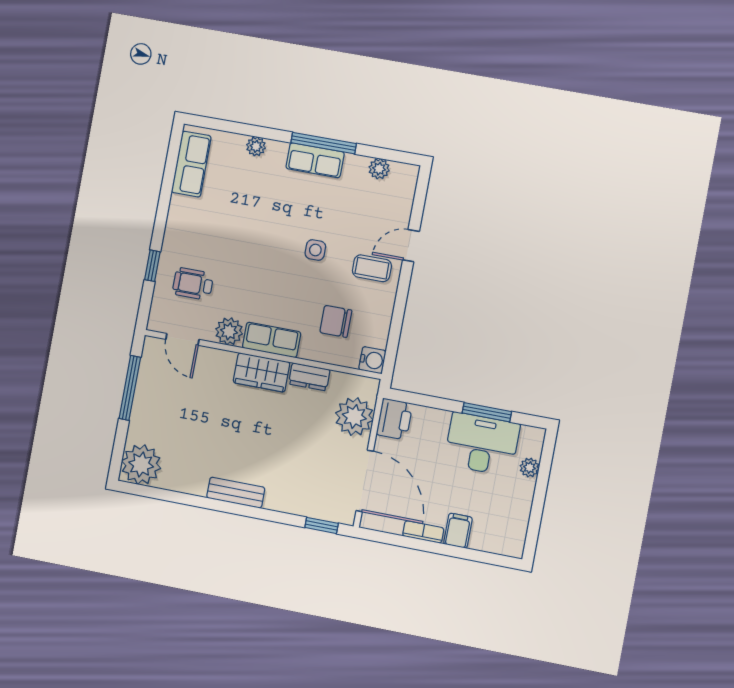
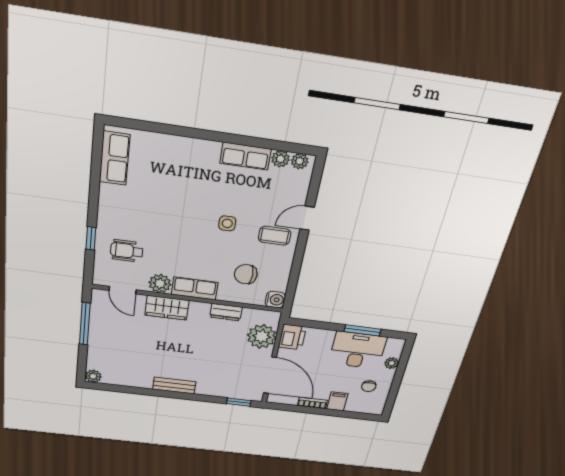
window: (324, 143) -> (231, 139), removed
plant: (256, 146) -> (300, 161), moved
row of seats: (315, 160) -> (245, 156), moved
wardrobe: (262, 372) -> (167, 308), moved
plant: (141, 465) -> (93, 376), width x0.53, depth x0.53
chair: (501, 506) -> (369, 386), added

